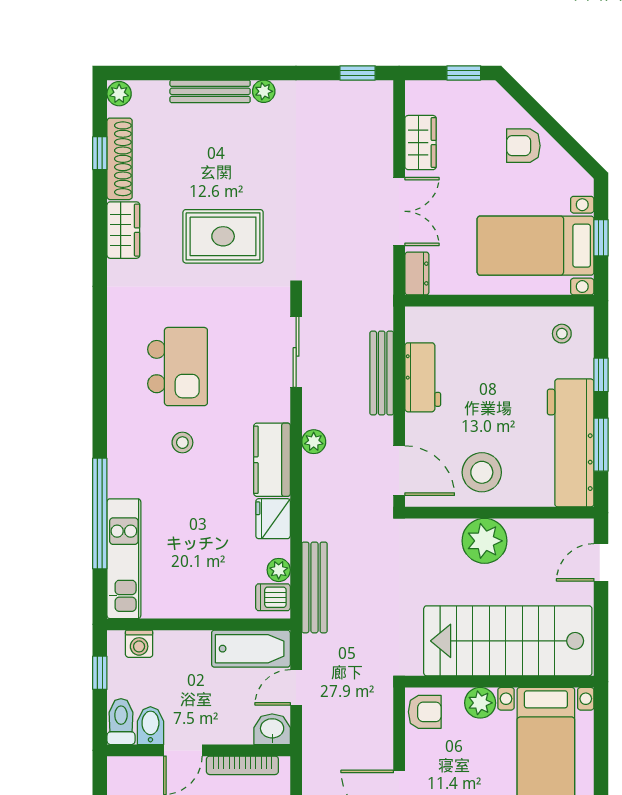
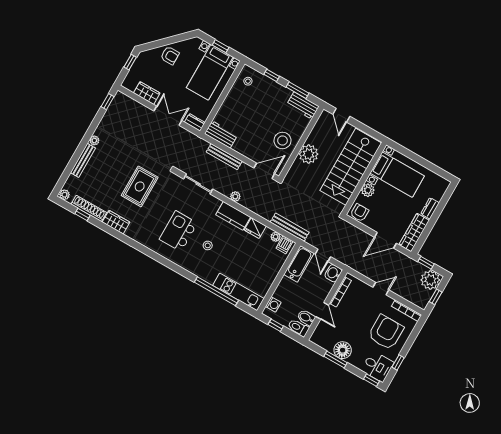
armchair: (523, 146) -> (170, 55), turned -90
kitchen island: (178, 367) -> (178, 231), turned -90
workbench: (423, 377) -> (221, 134), moved
workbench: (571, 443) -> (303, 105), width x0.53, depth x0.76

